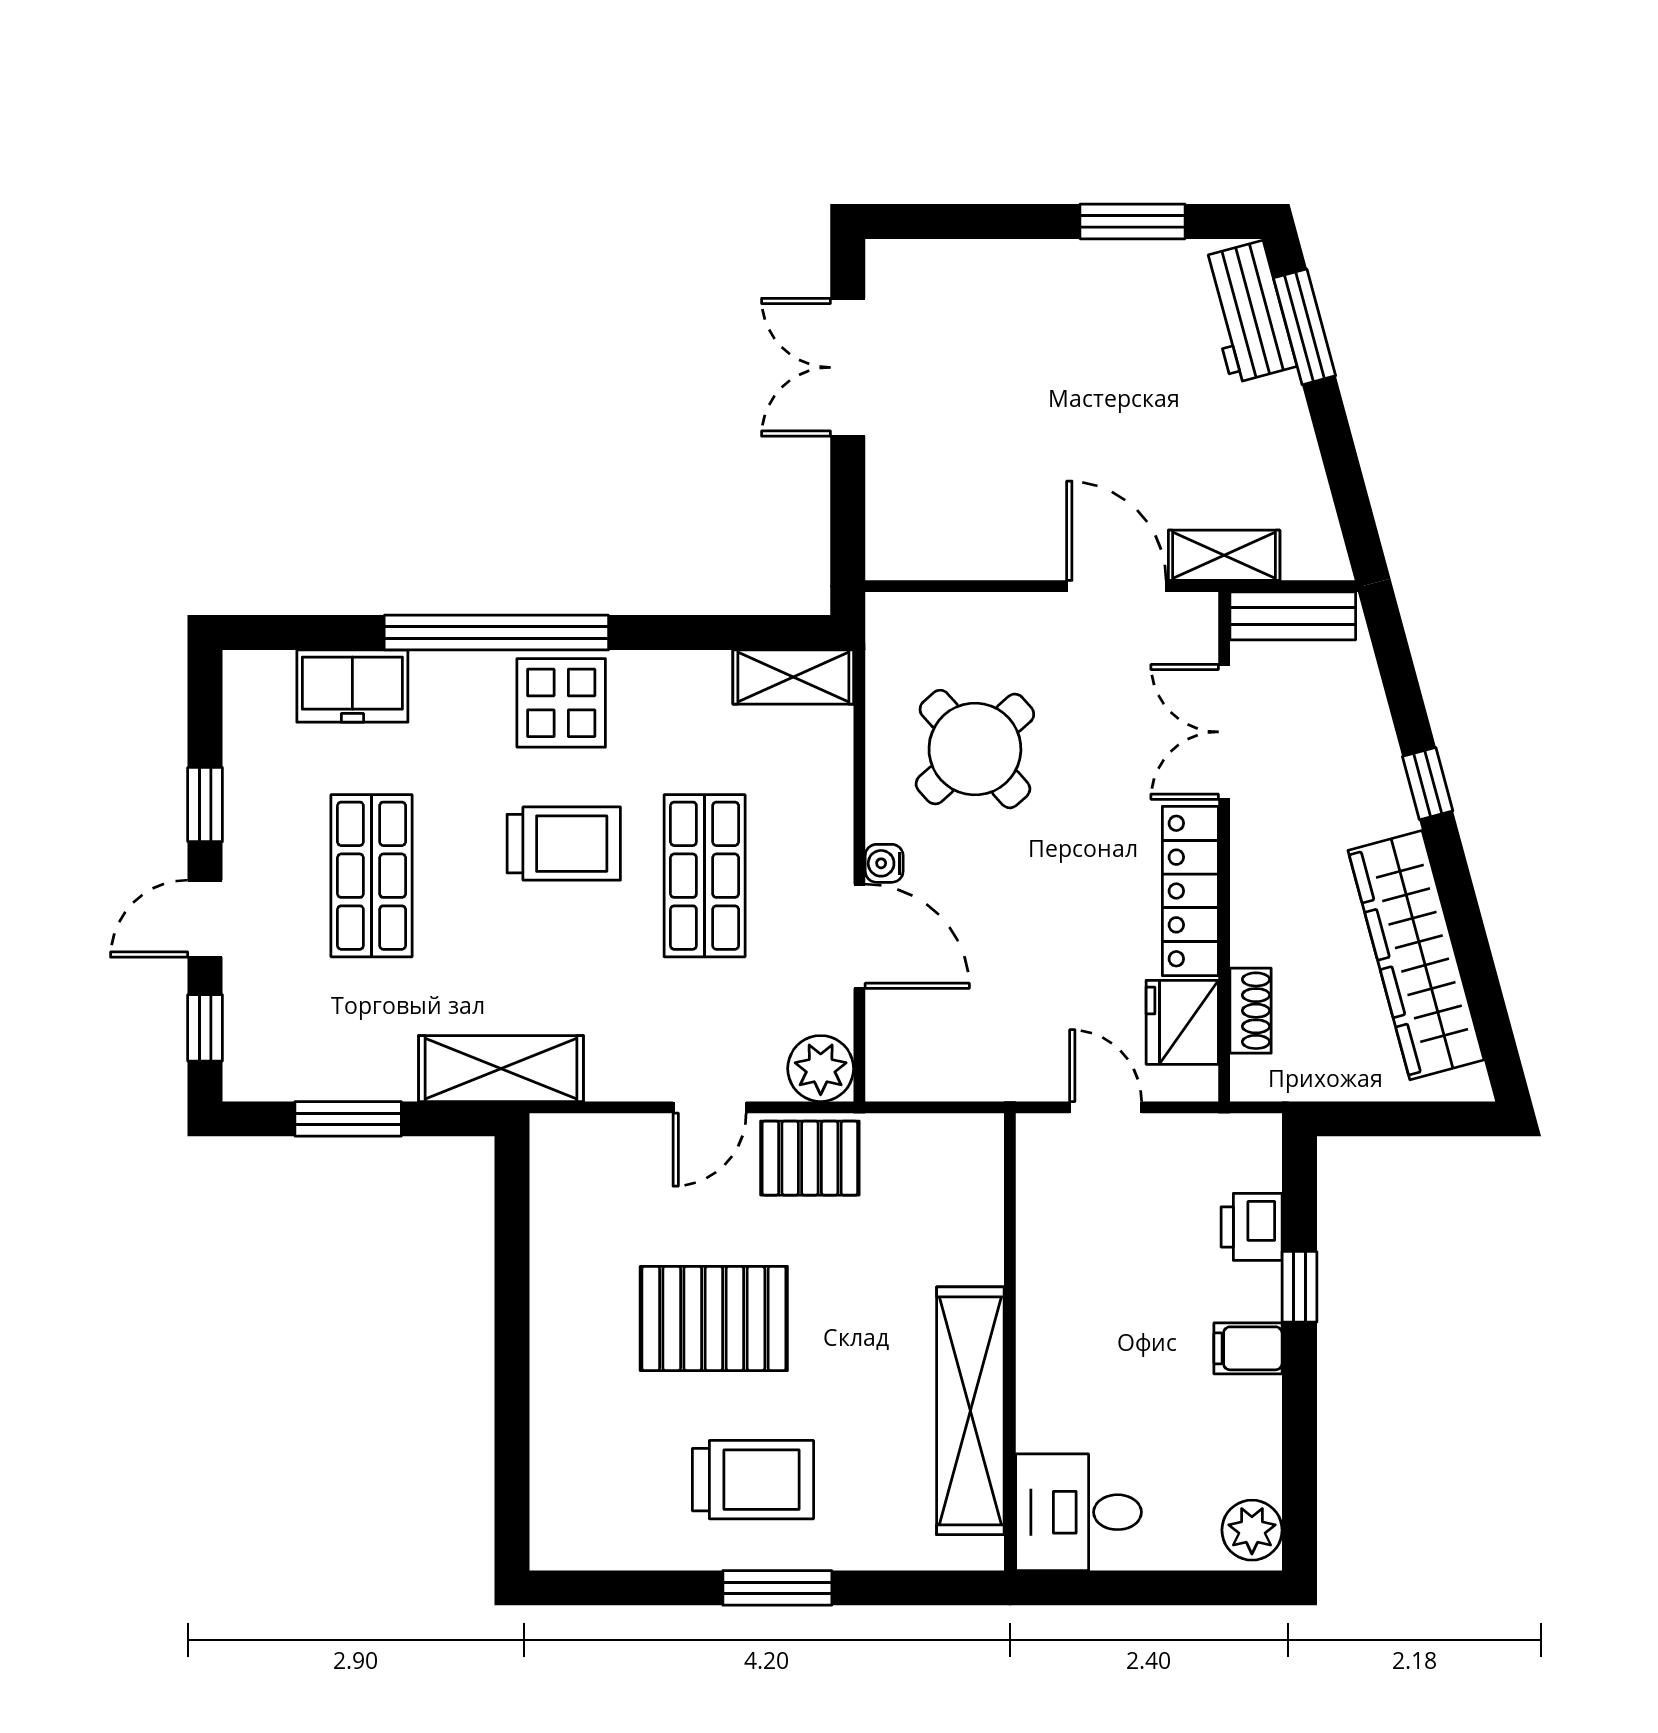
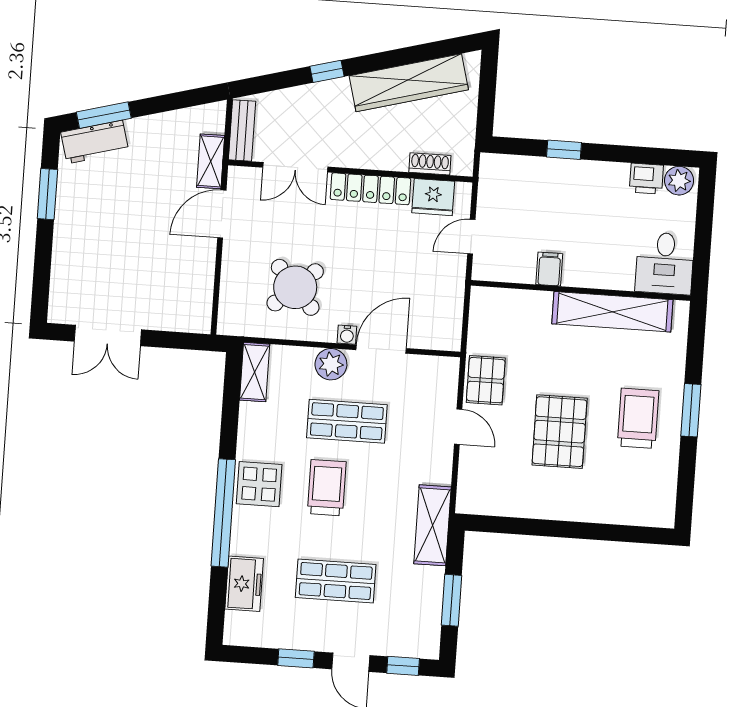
plant: (821, 1069) -> (331, 364), moved
printer: (1252, 1227) -> (646, 179), moved
filing cabinet: (1248, 1348) -> (549, 269), moved, turned 180

